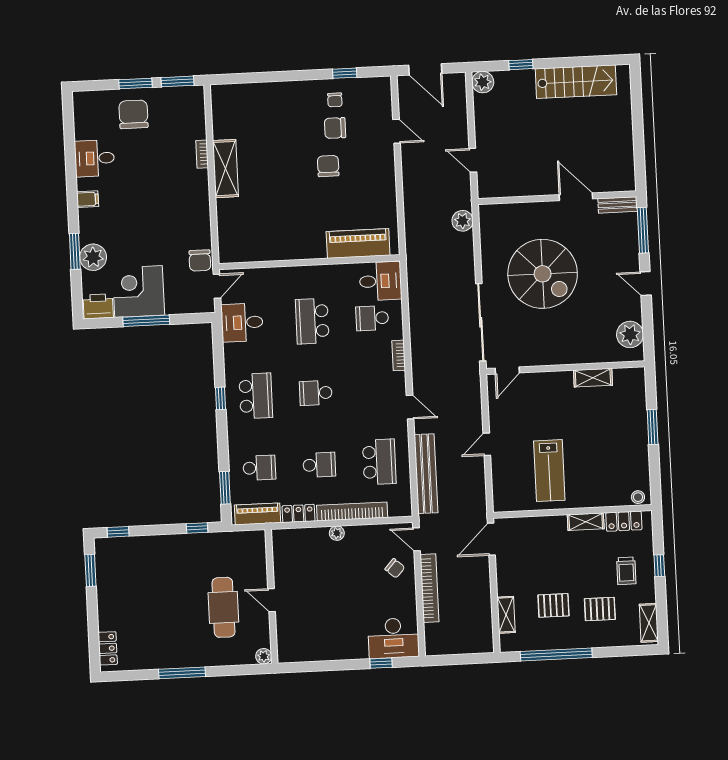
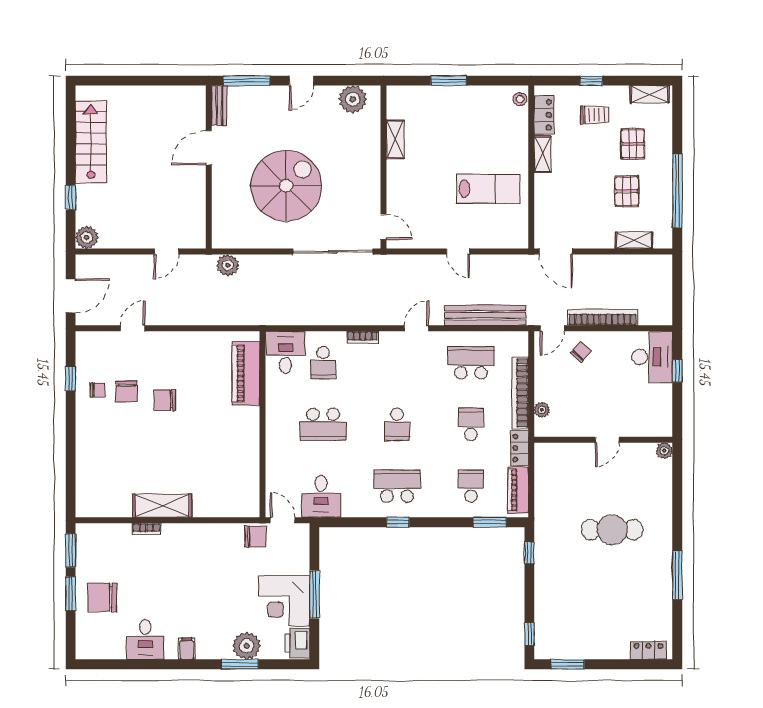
wall: (271, 596) -> (603, 440), moved
door: (272, 600) -> (607, 440), moved
plant: (264, 656) -> (664, 451), moved

